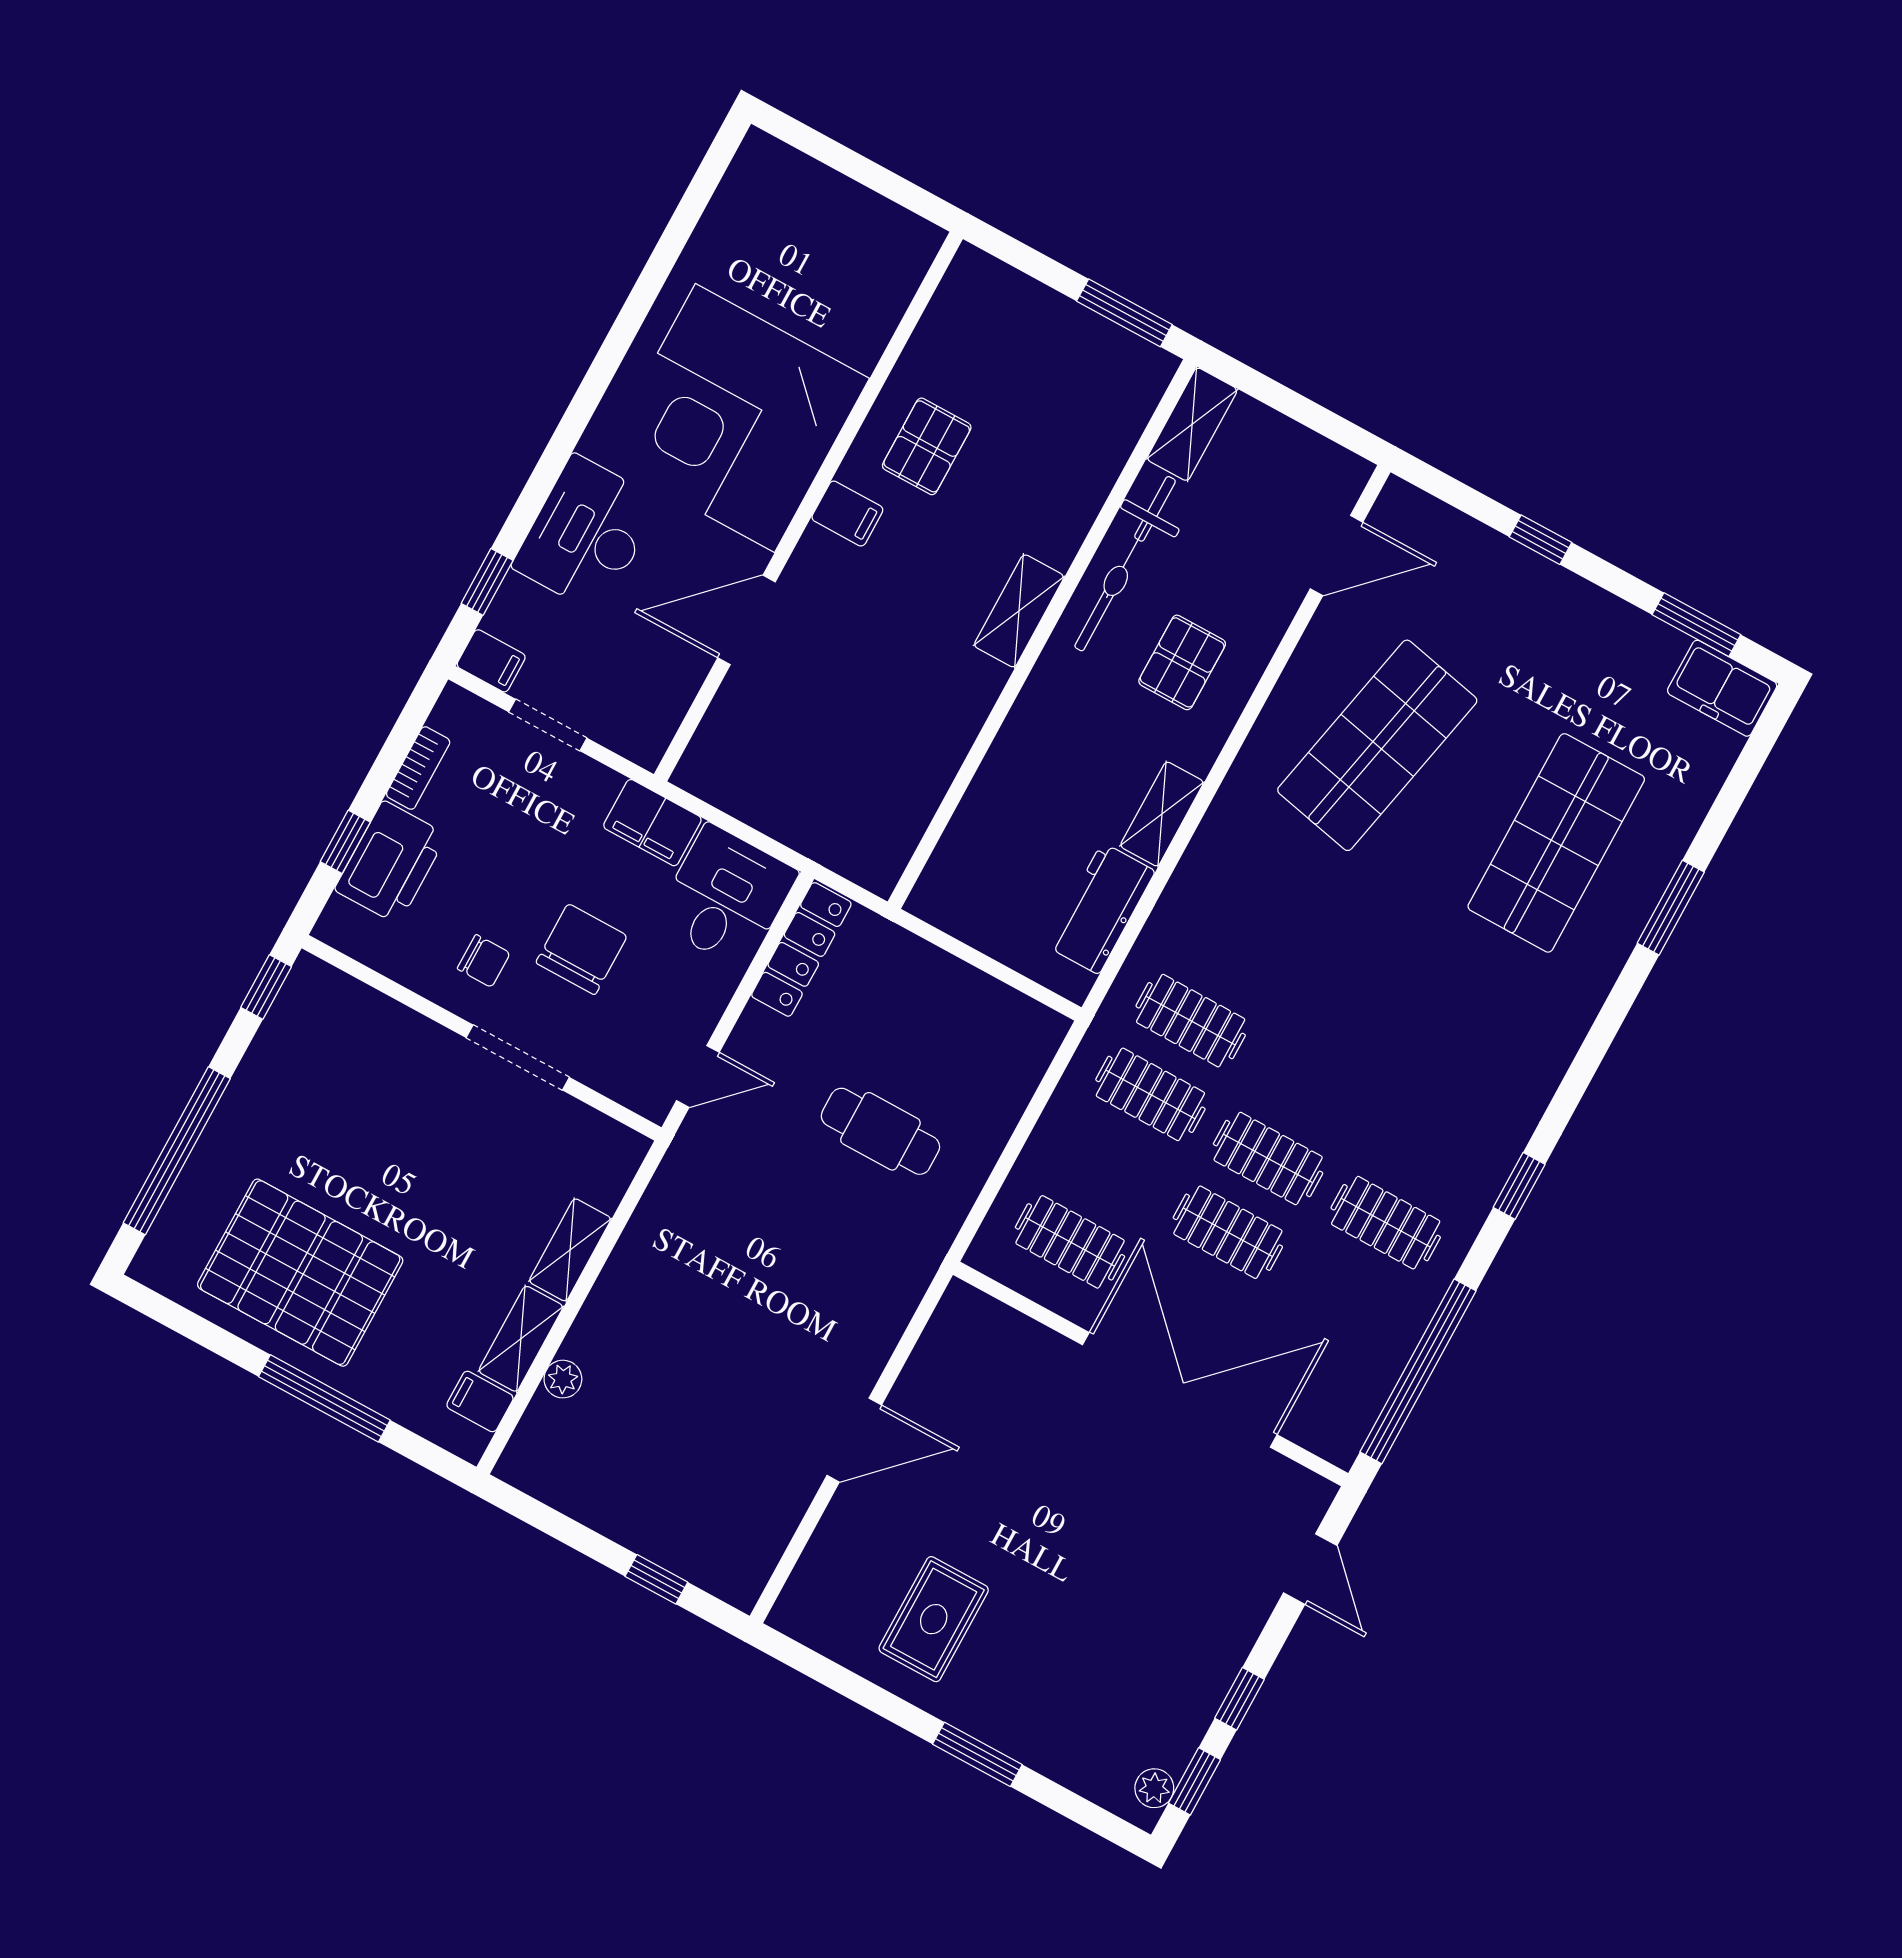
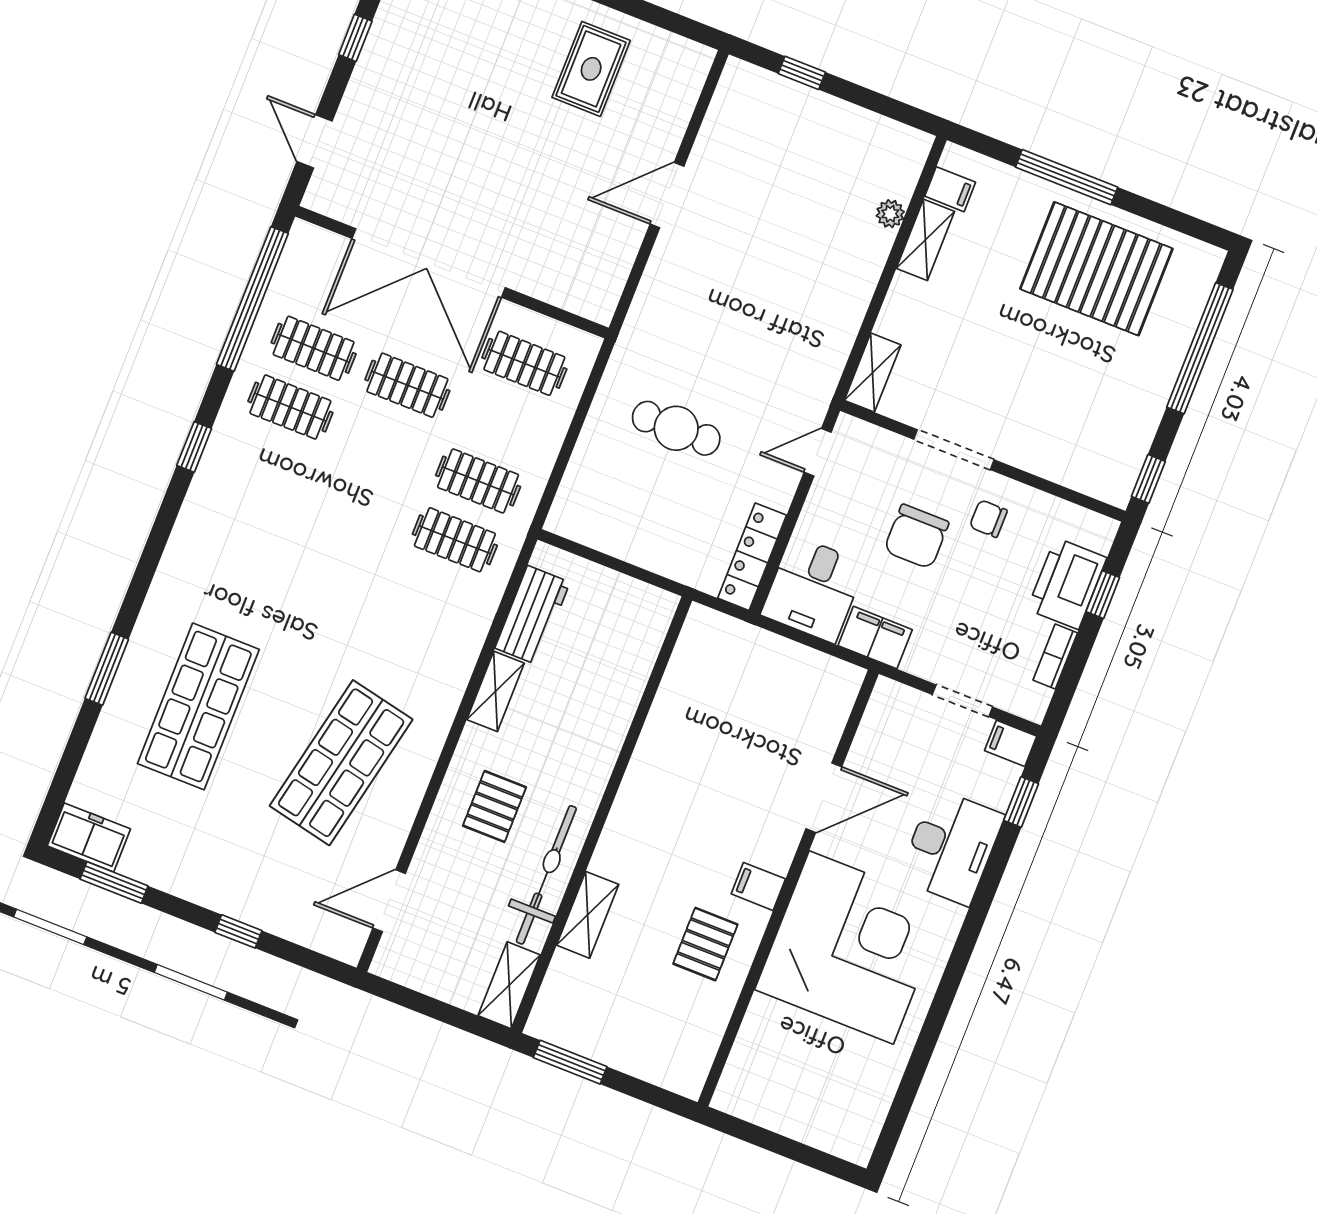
shelving: (1019, 611) -> (588, 915), moved
clothes rail: (1268, 1158) -> (314, 348), moved
shelving: (570, 1250) -> (873, 373), moved

